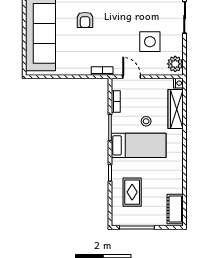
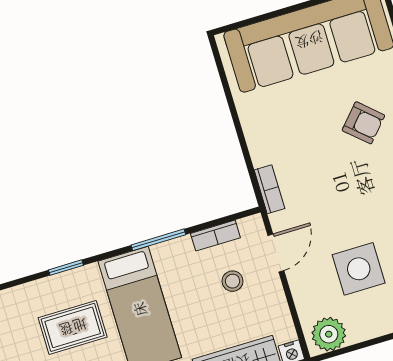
armchair: (85, 20) -> (363, 123), turned -138
stool: (146, 121) -> (233, 281), moved
rug: (132, 192) -> (73, 327), moved

